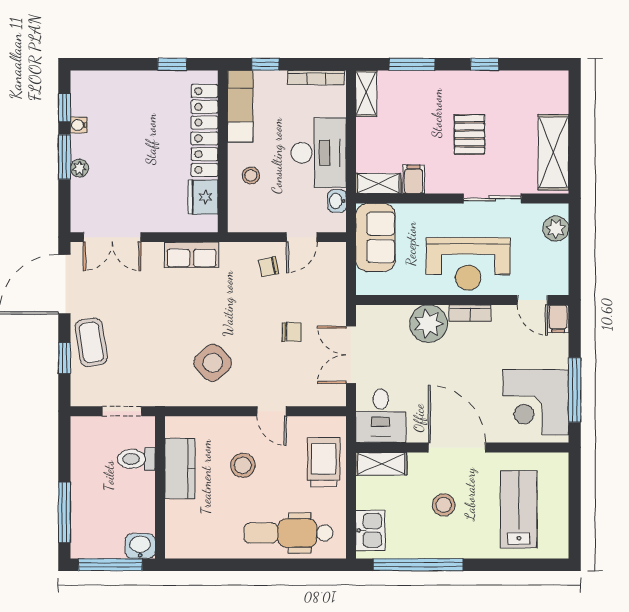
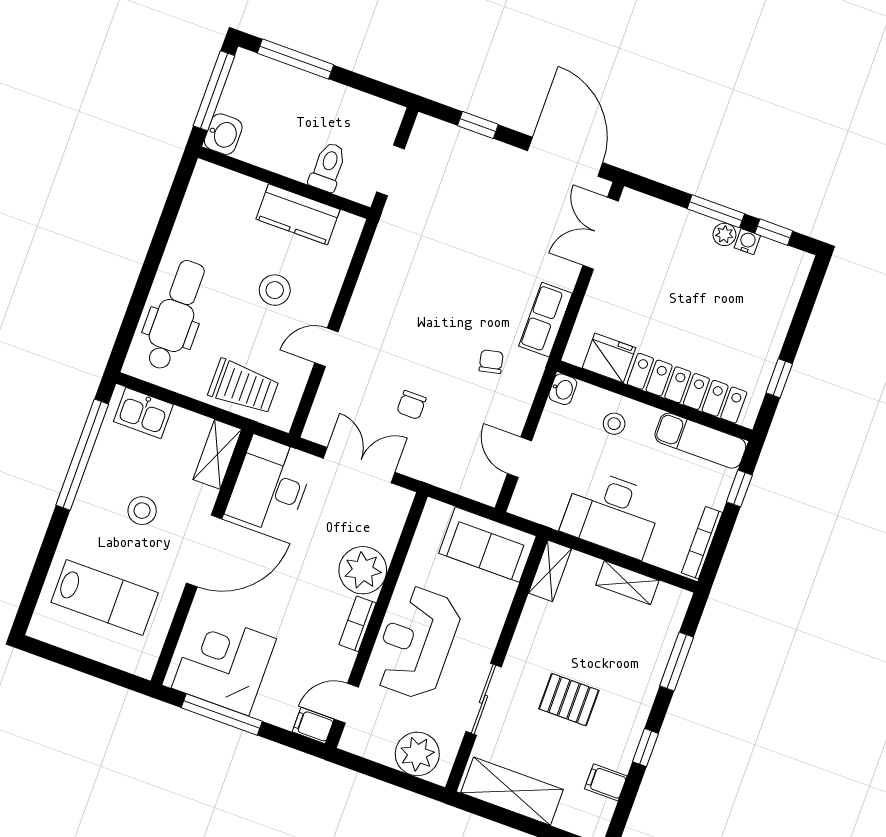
shelving: (366, 93) -> (627, 583), moved
plant: (79, 168) -> (724, 234), moved
filing cabinet: (413, 179) -> (606, 782), moved, turned 180
washbasin: (337, 201) -> (563, 389), moved, turned 90
plant: (556, 229) -> (417, 754), width x1.36, depth x1.36
chair: (269, 267) -> (491, 362), moved
coffee table: (91, 342) -> (485, 163), removed
side table: (213, 363) -> (409, 298), removed
desk: (381, 416) -> (270, 485), width x1.37

